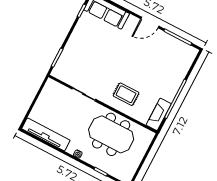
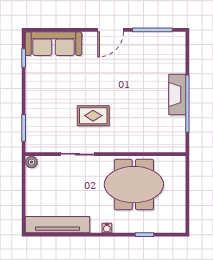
plant: (50, 83) -> (32, 162), added
rug: (126, 94) -> (93, 116), moved
fireplace: (159, 114) -> (177, 95), moved

